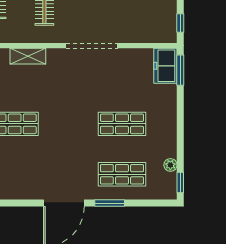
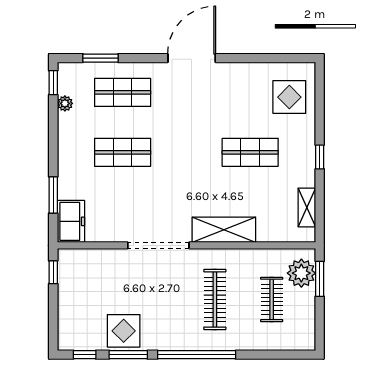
shelving: (28, 56) -> (224, 230), width x1.50, depth x1.33
window: (180, 70) -> (53, 195), moved
window: (110, 203) -> (101, 58), moved

